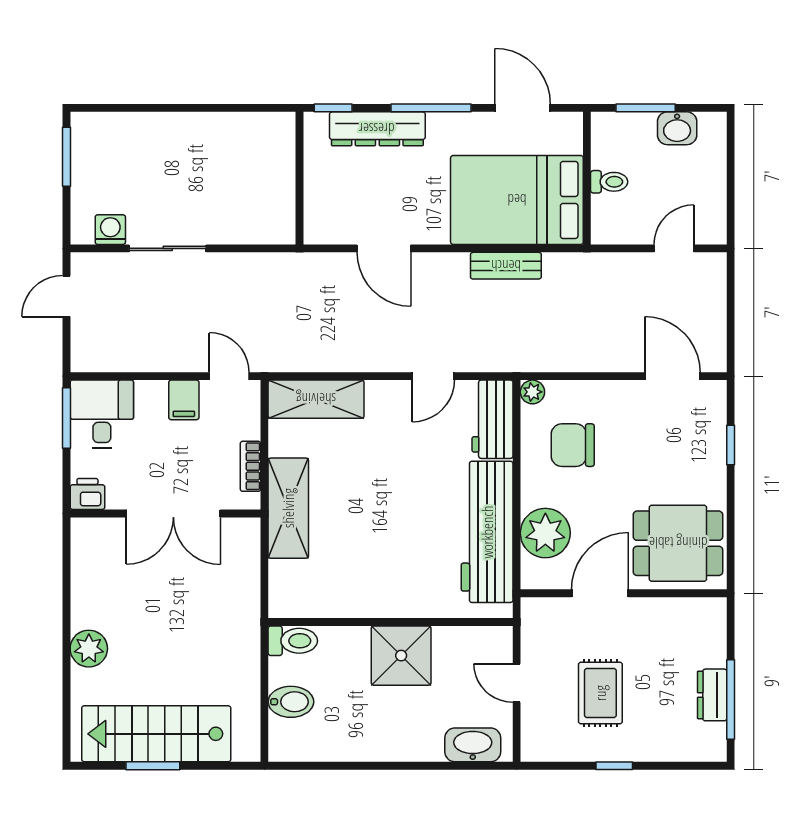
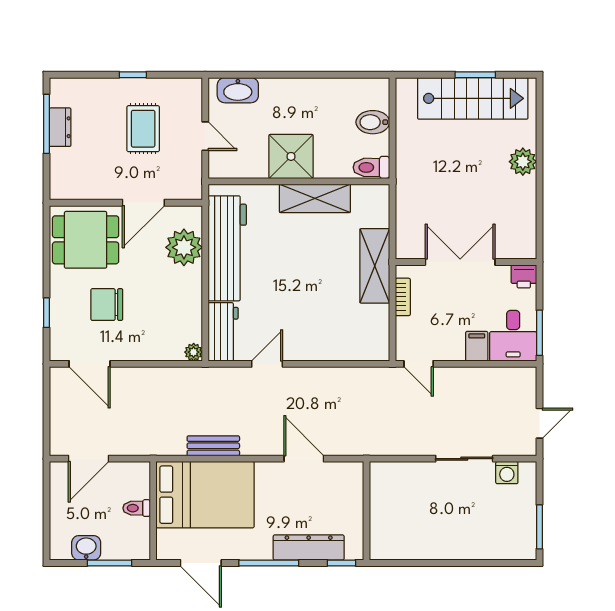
door: (674, 248) -> (88, 459), width x1.38
shelving: (316, 399) -> (315, 198), moved
filing cabinet: (184, 400) -> (477, 346), moved
chair: (573, 445) -> (107, 305), moved, turned 180

